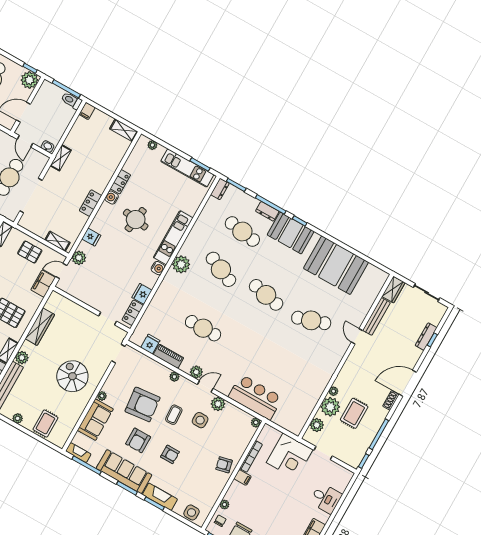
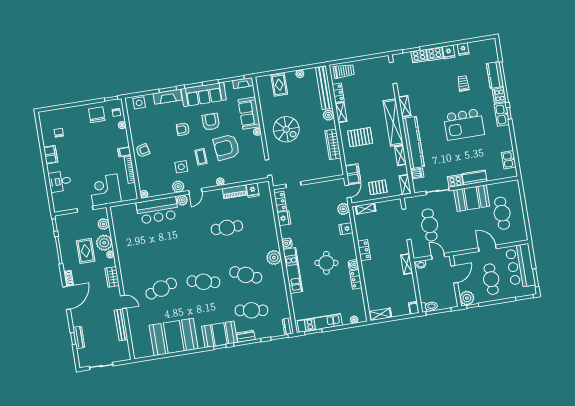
wardrobe: (393, 290) -> (112, 277), moved
plant: (196, 372) -> (182, 200), moved

